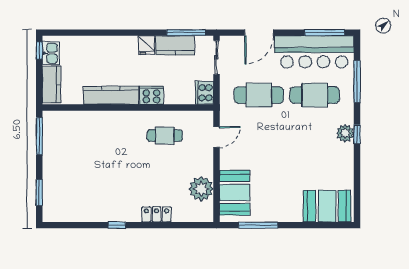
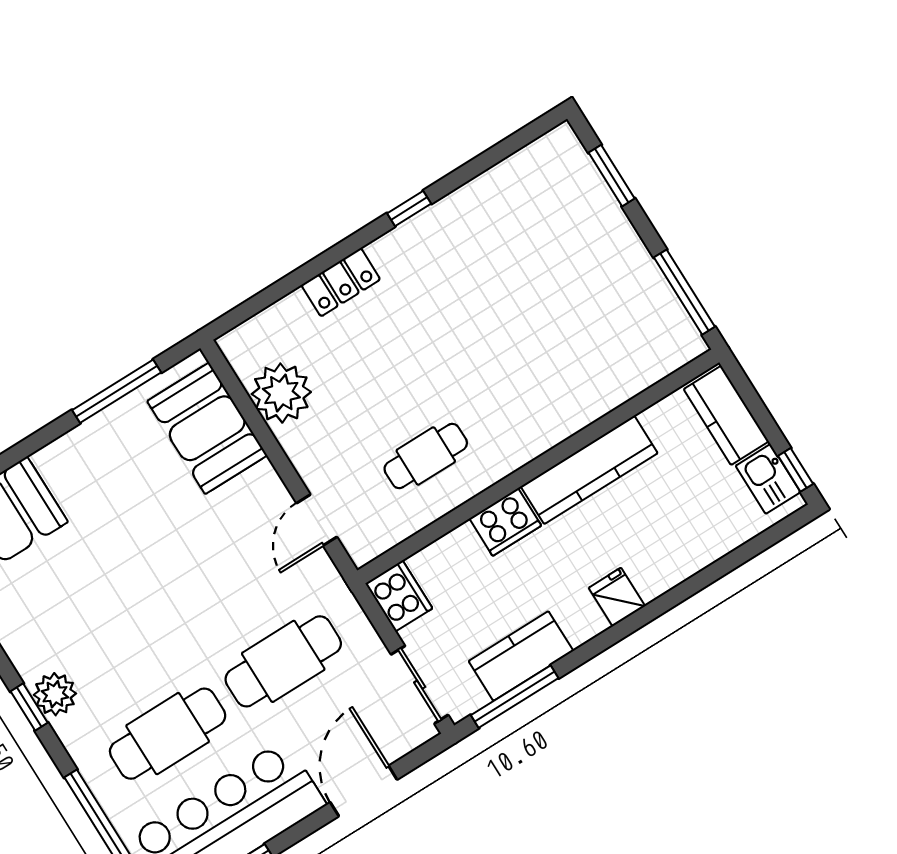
fridge: (147, 45) -> (617, 597), moved

